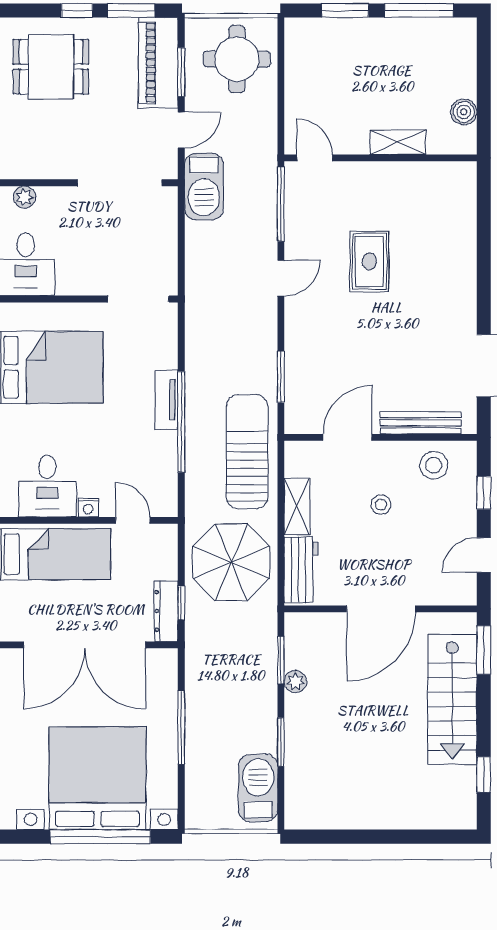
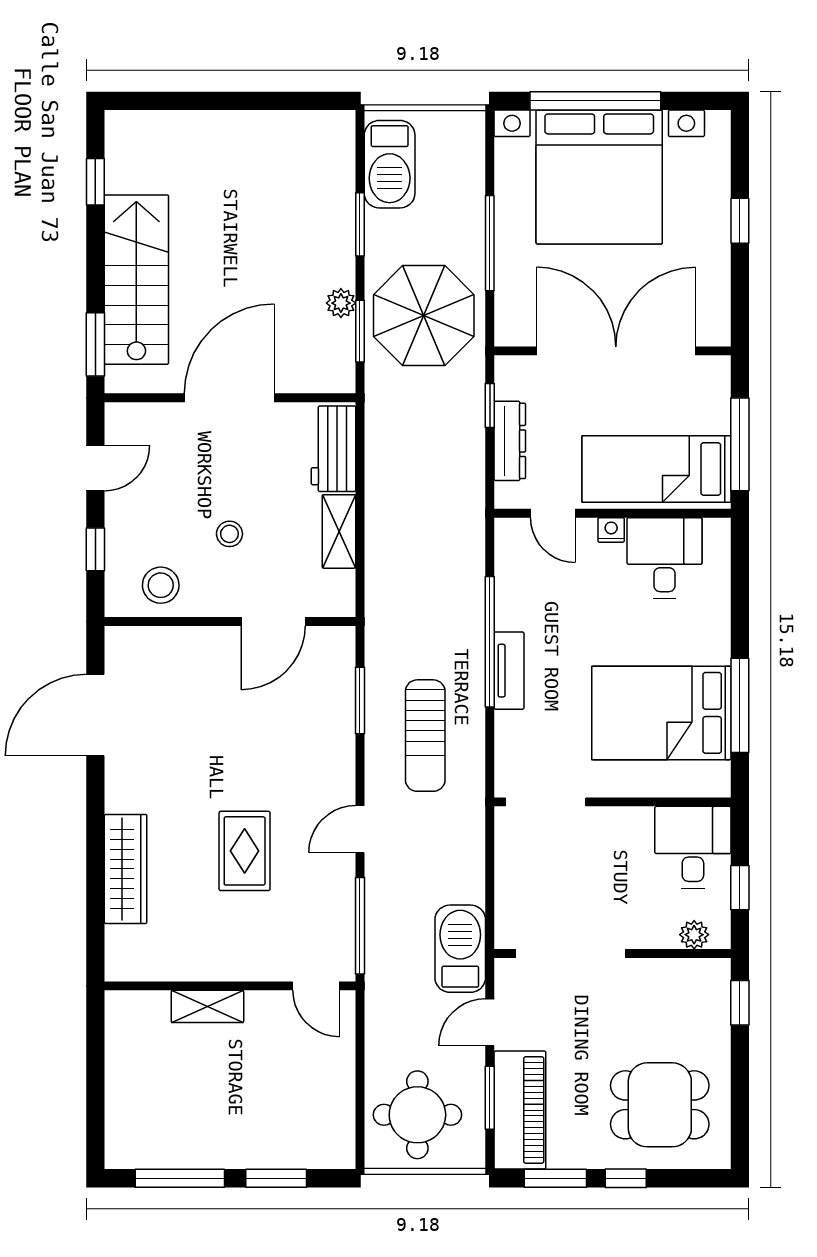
boiler: (464, 112) -> (121, 1046), removed
wardrobe: (461, 248) -> (126, 869), added
bench: (421, 423) -> (178, 641), removed
sun lounger: (247, 452) -> (425, 736), moved, width x0.73, depth x0.75
parasol: (231, 562) -> (424, 316), moved
dresser: (166, 611) -> (510, 441), moved

